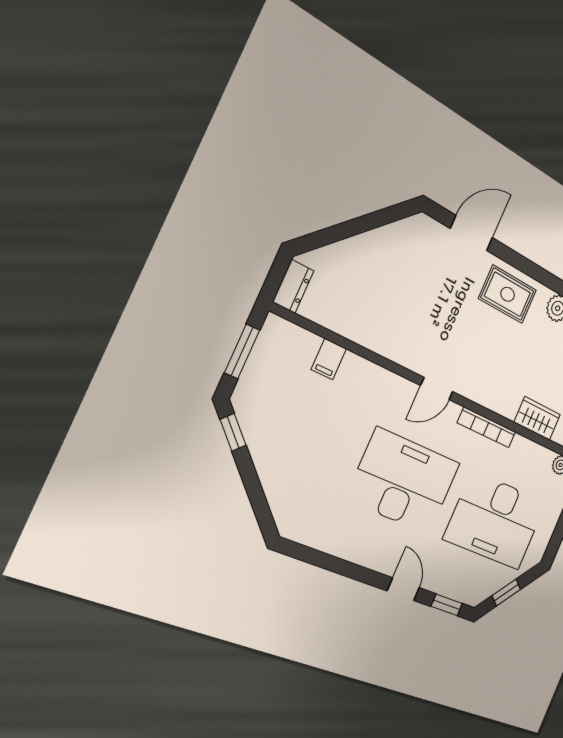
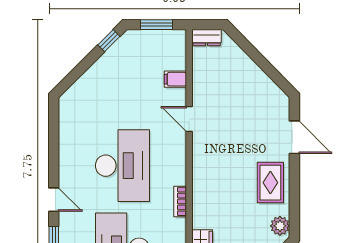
door: (437, 389) -> (189, 119), moved
bookcase: (487, 427) -> (180, 201), width x0.64
door: (403, 589) -> (54, 200), hinge flipped

